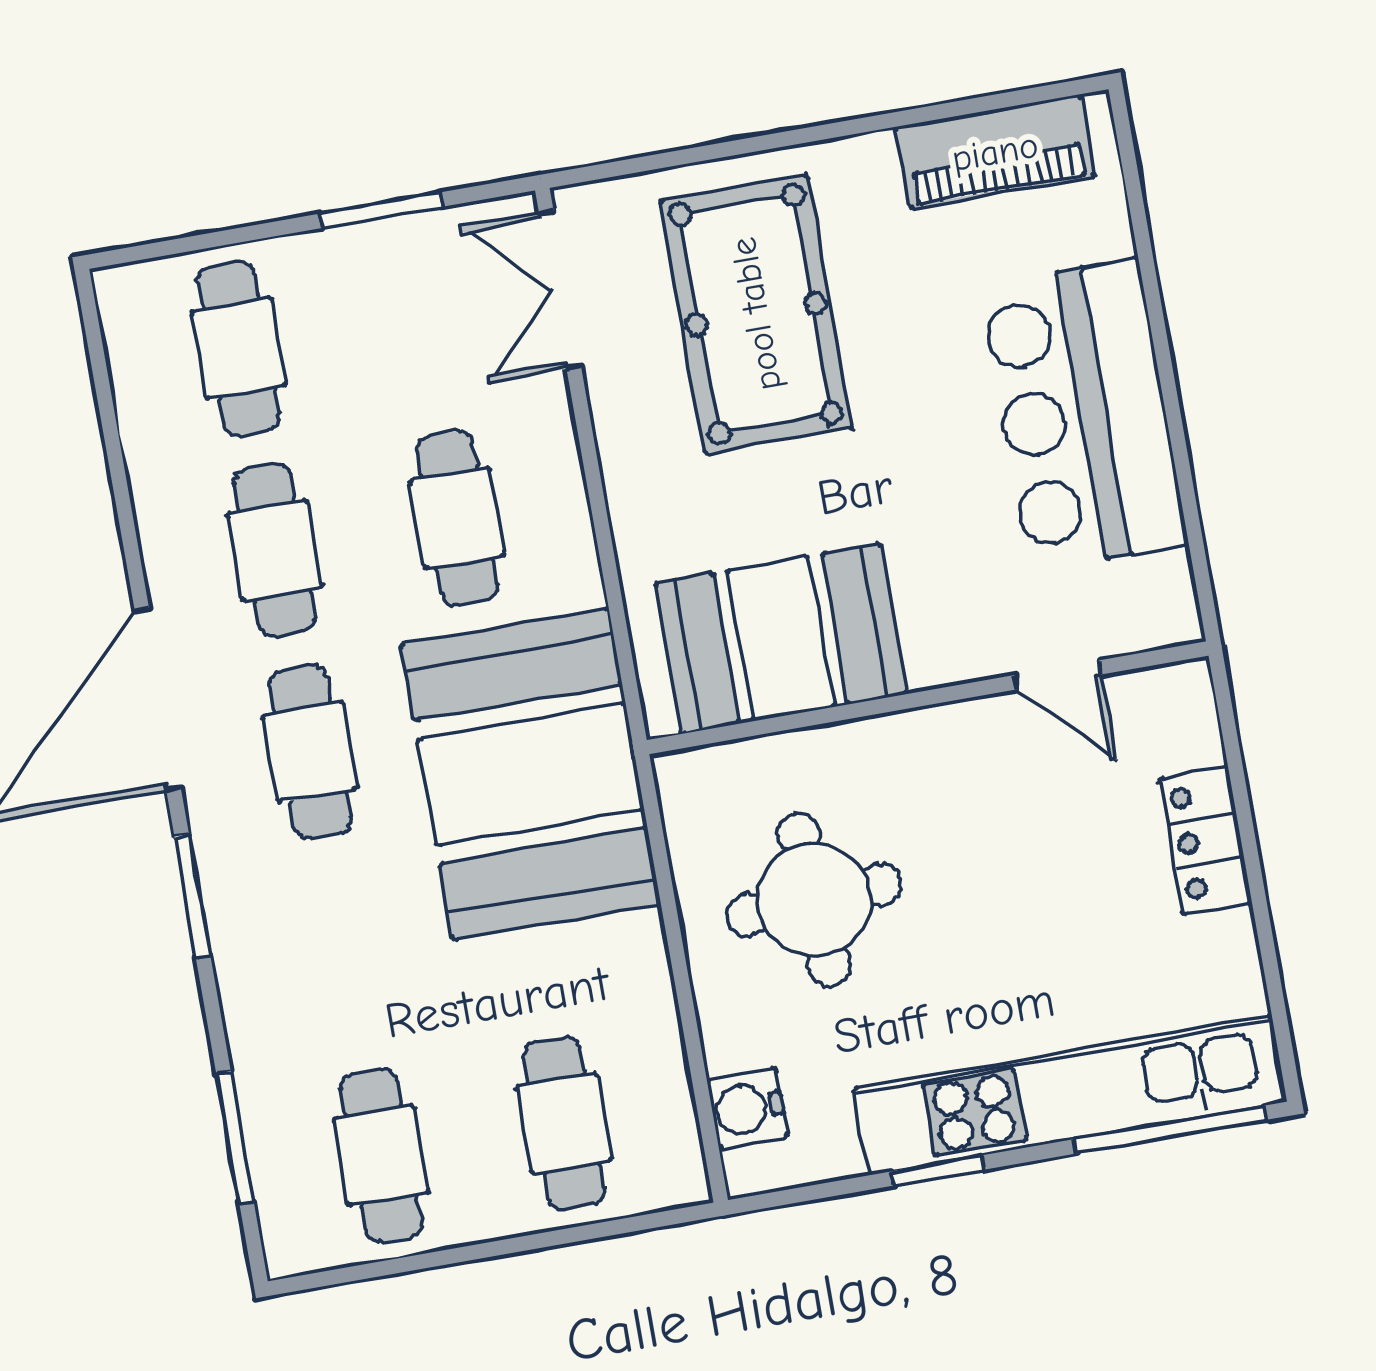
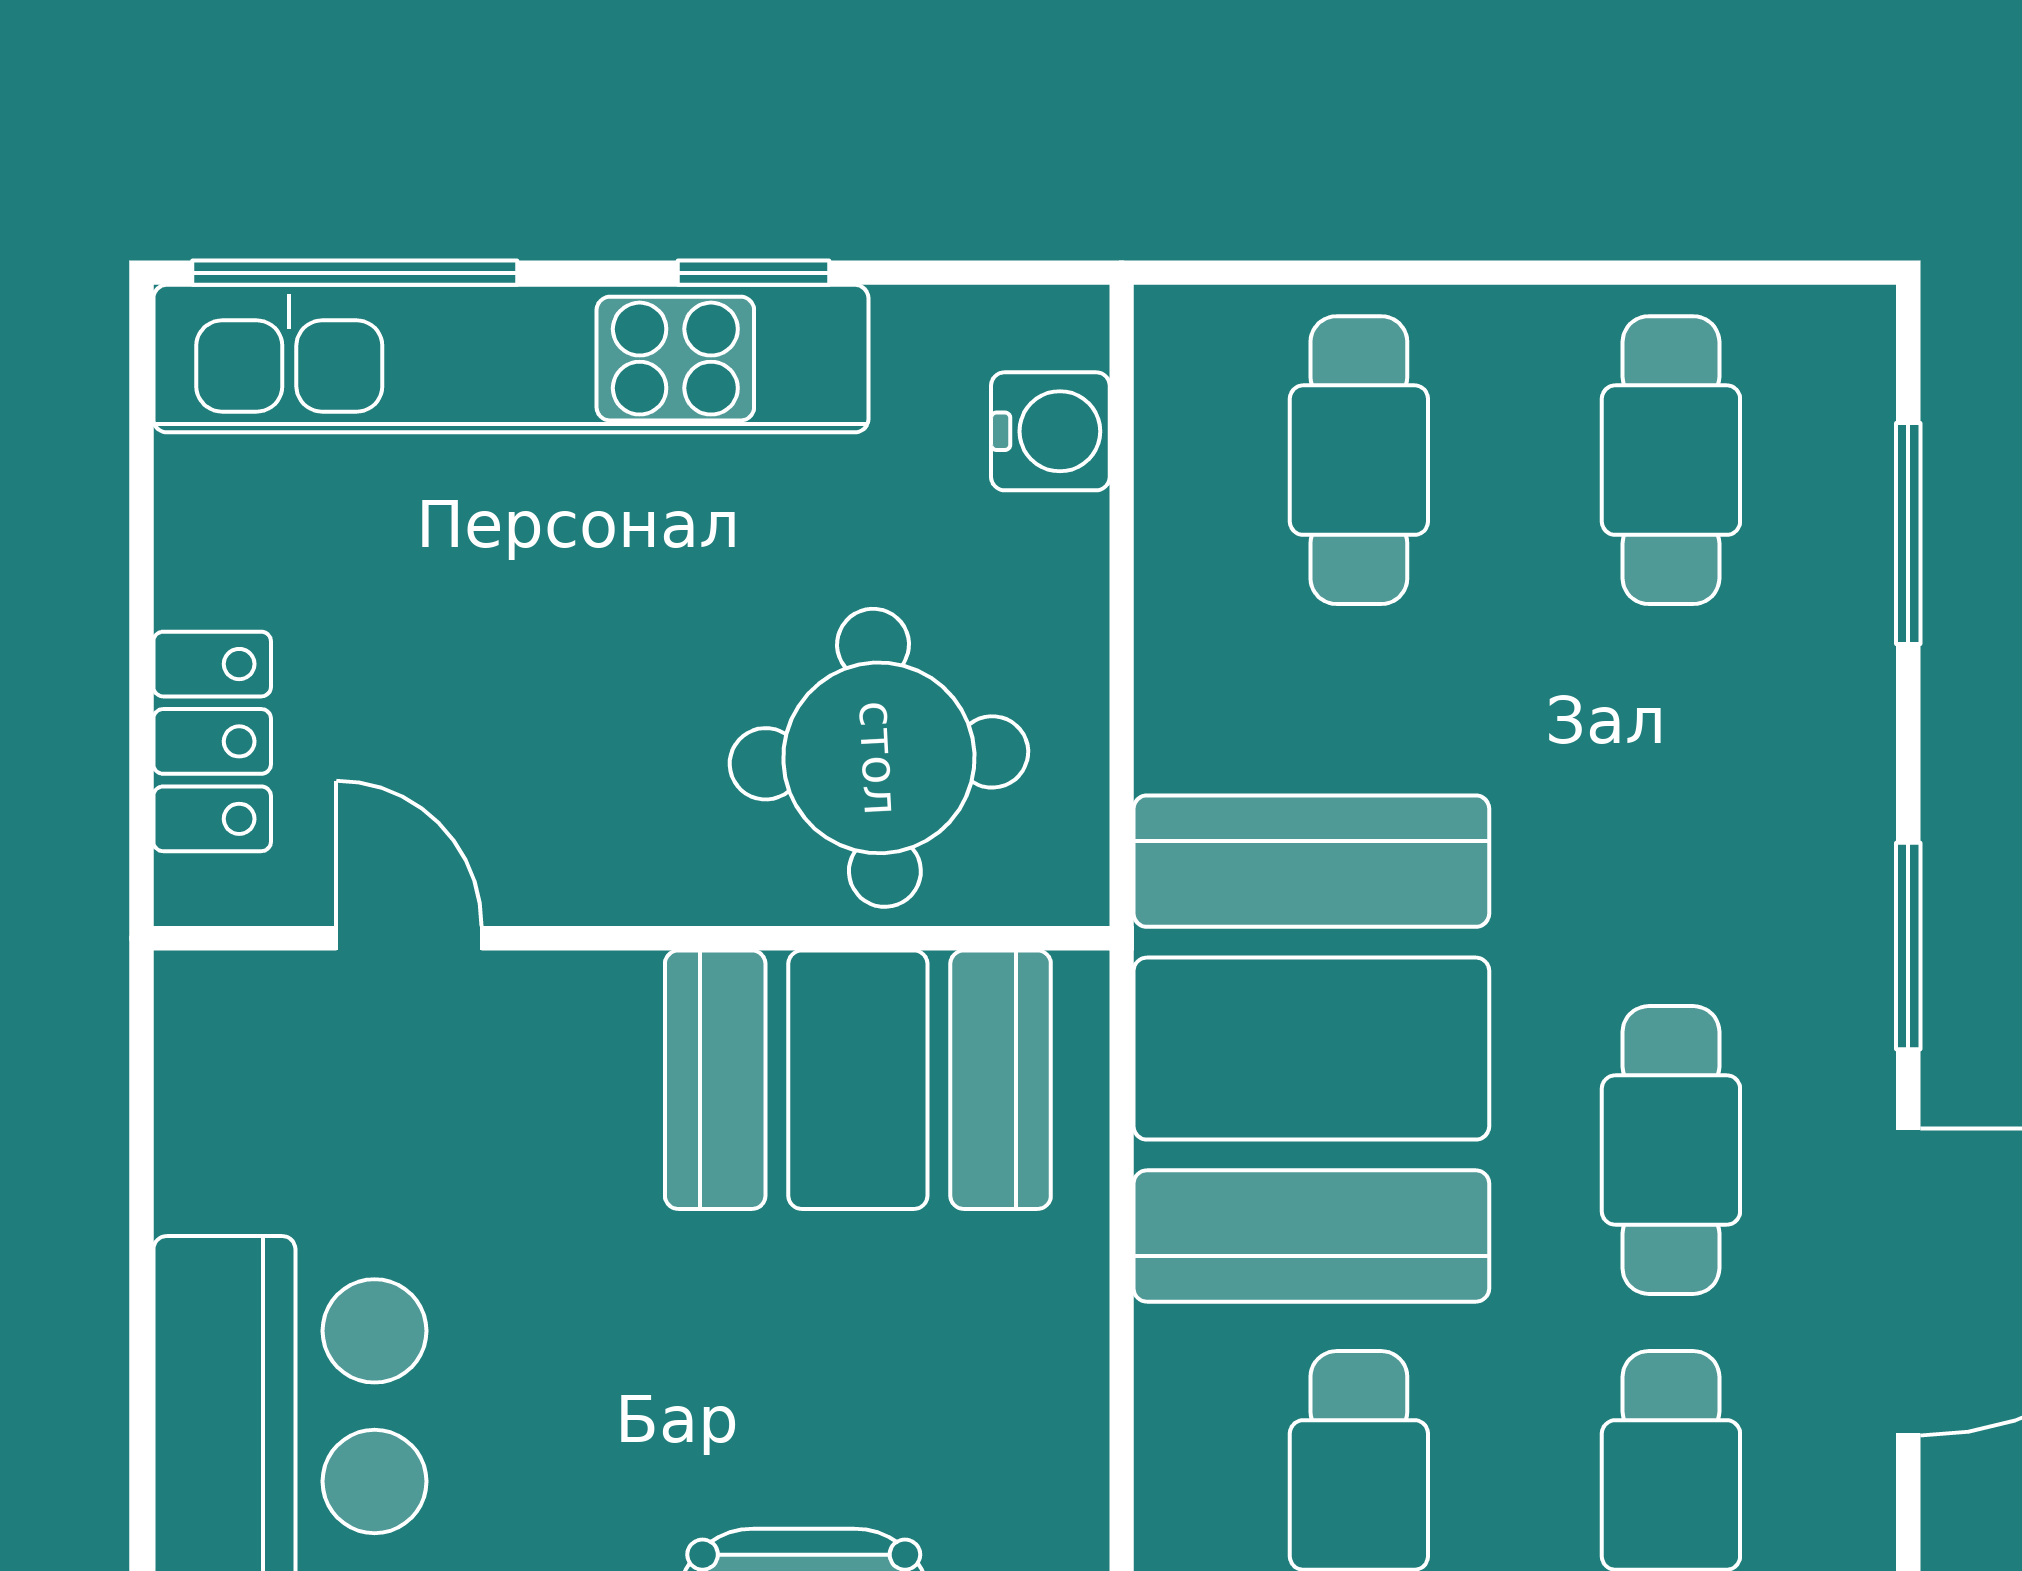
booth: (781, 638) -> (858, 1080), moved
door: (1058, 675) -> (409, 938), moved
wall: (928, 698) -> (632, 938), moved

